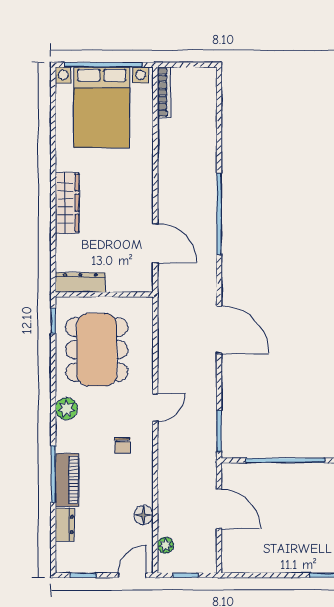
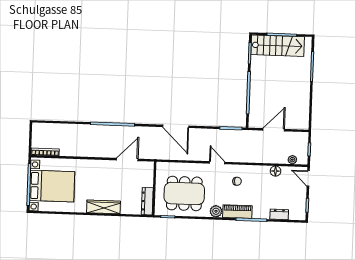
door: (219, 330) -> (176, 126), swing flipped
piano: (67, 480) -> (237, 212), moved

